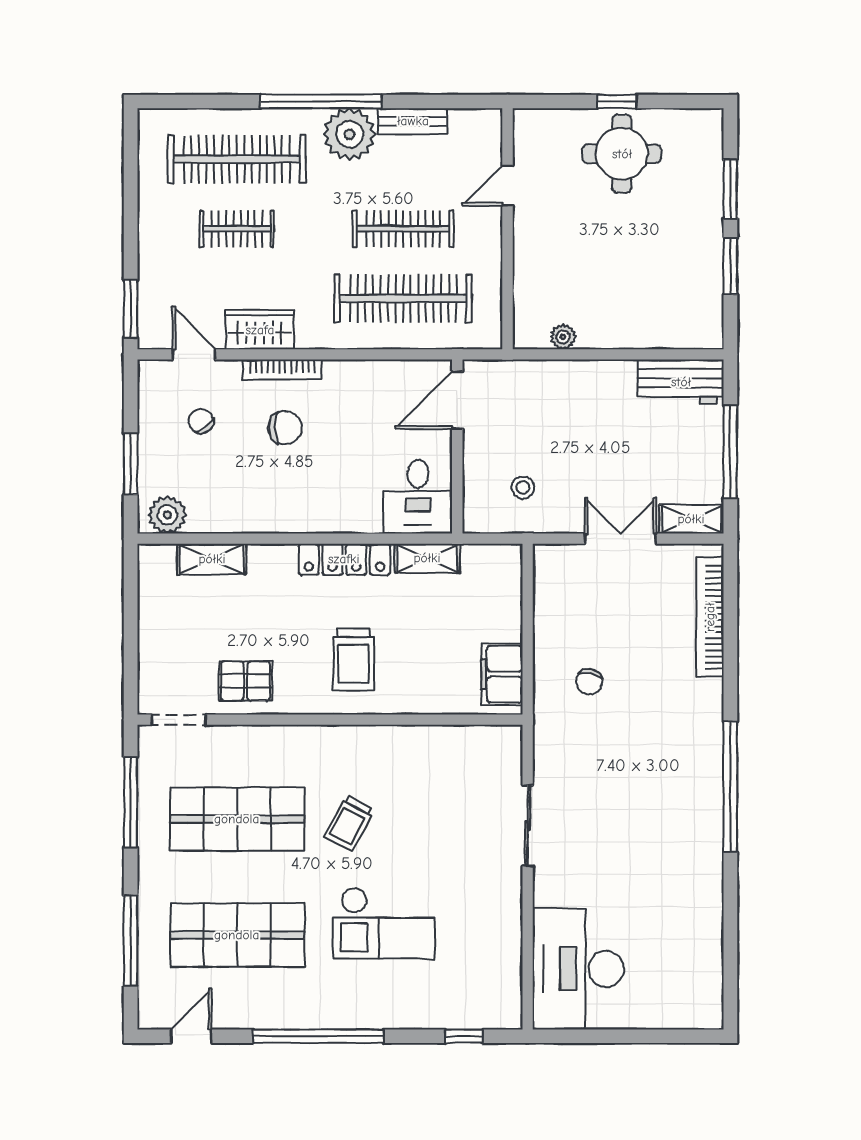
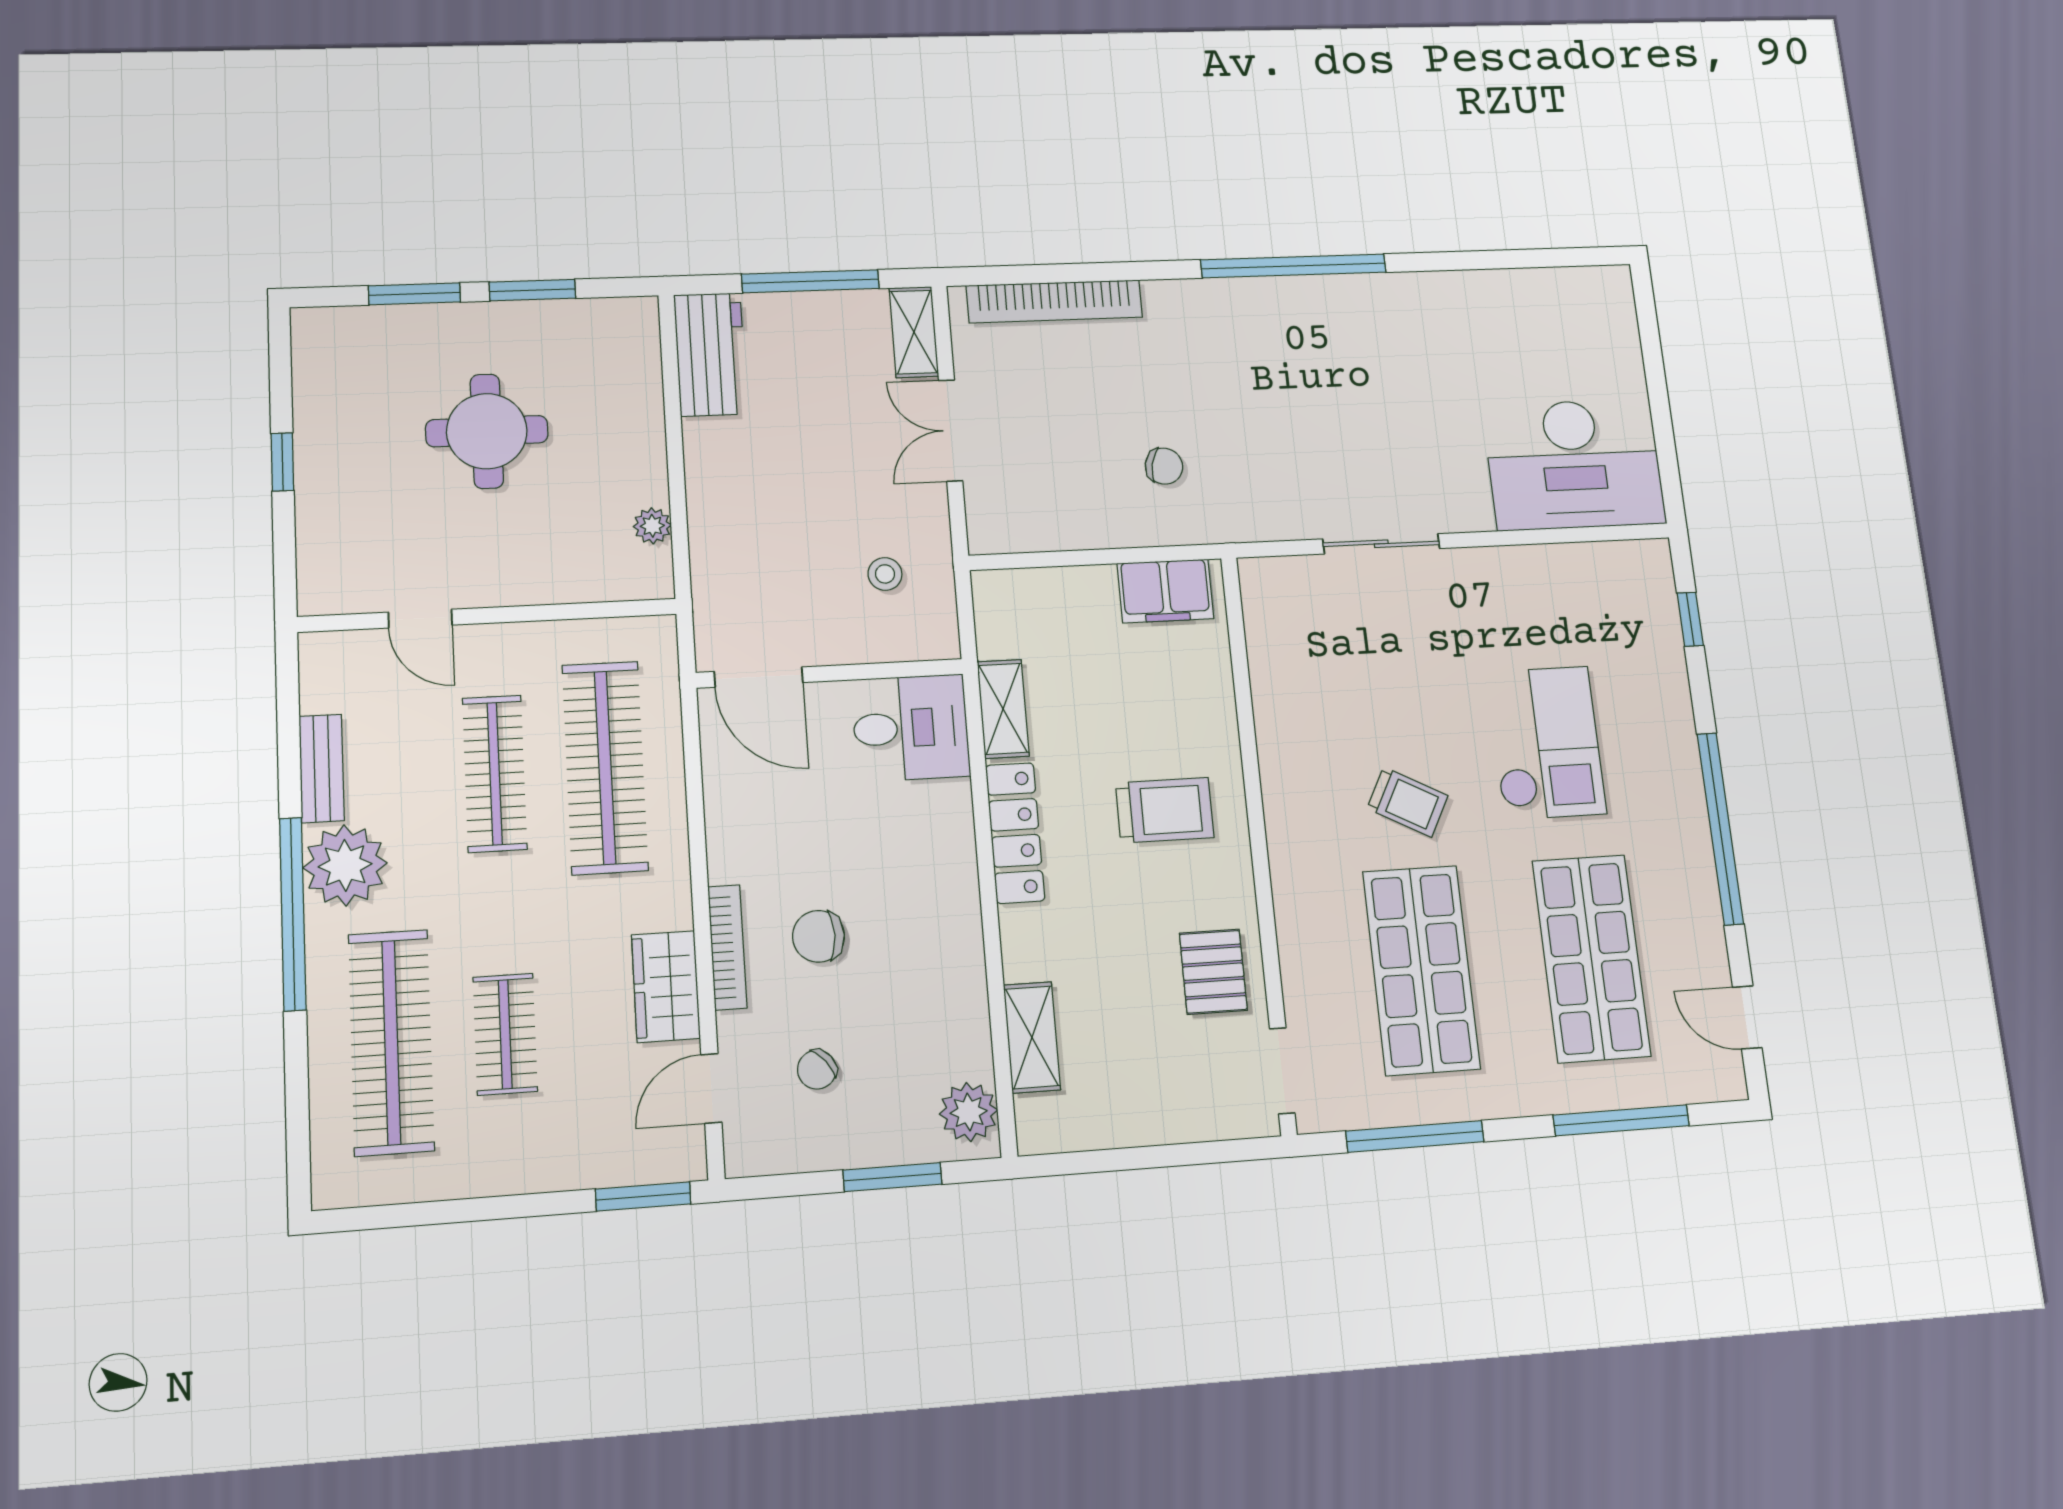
round table: (622, 154) -> (487, 431), moved
chair: (285, 428) -> (818, 936), turned -90

